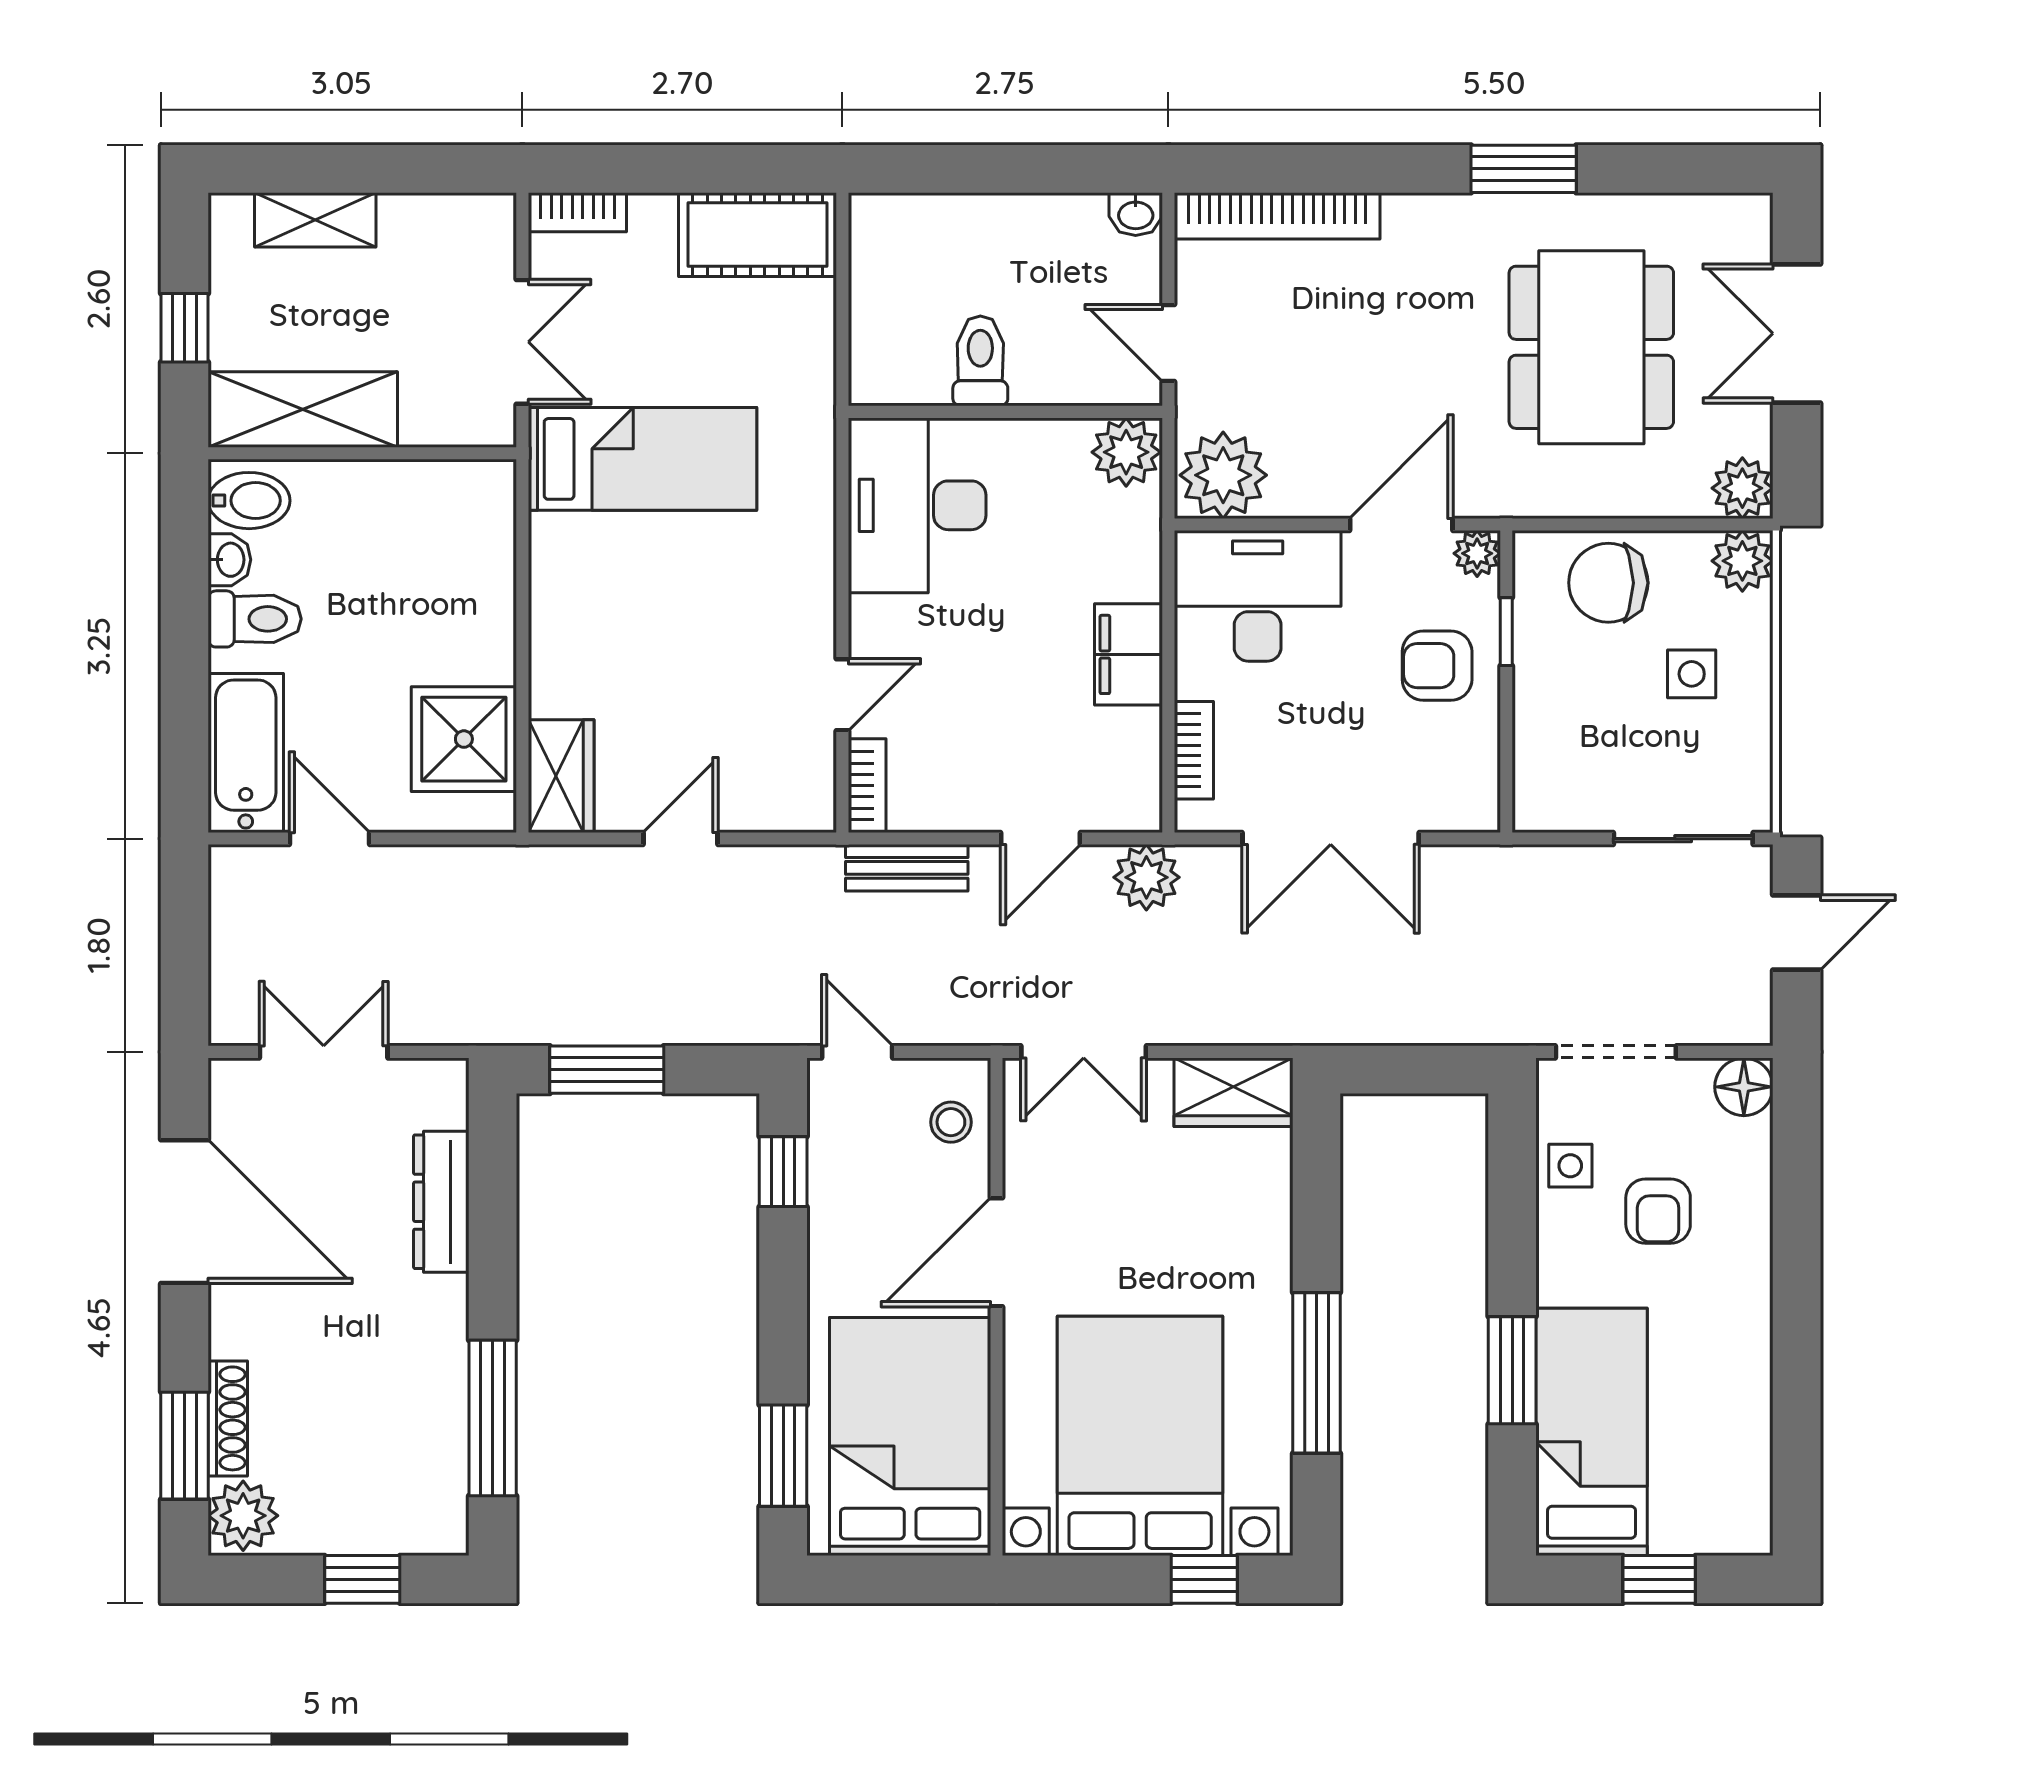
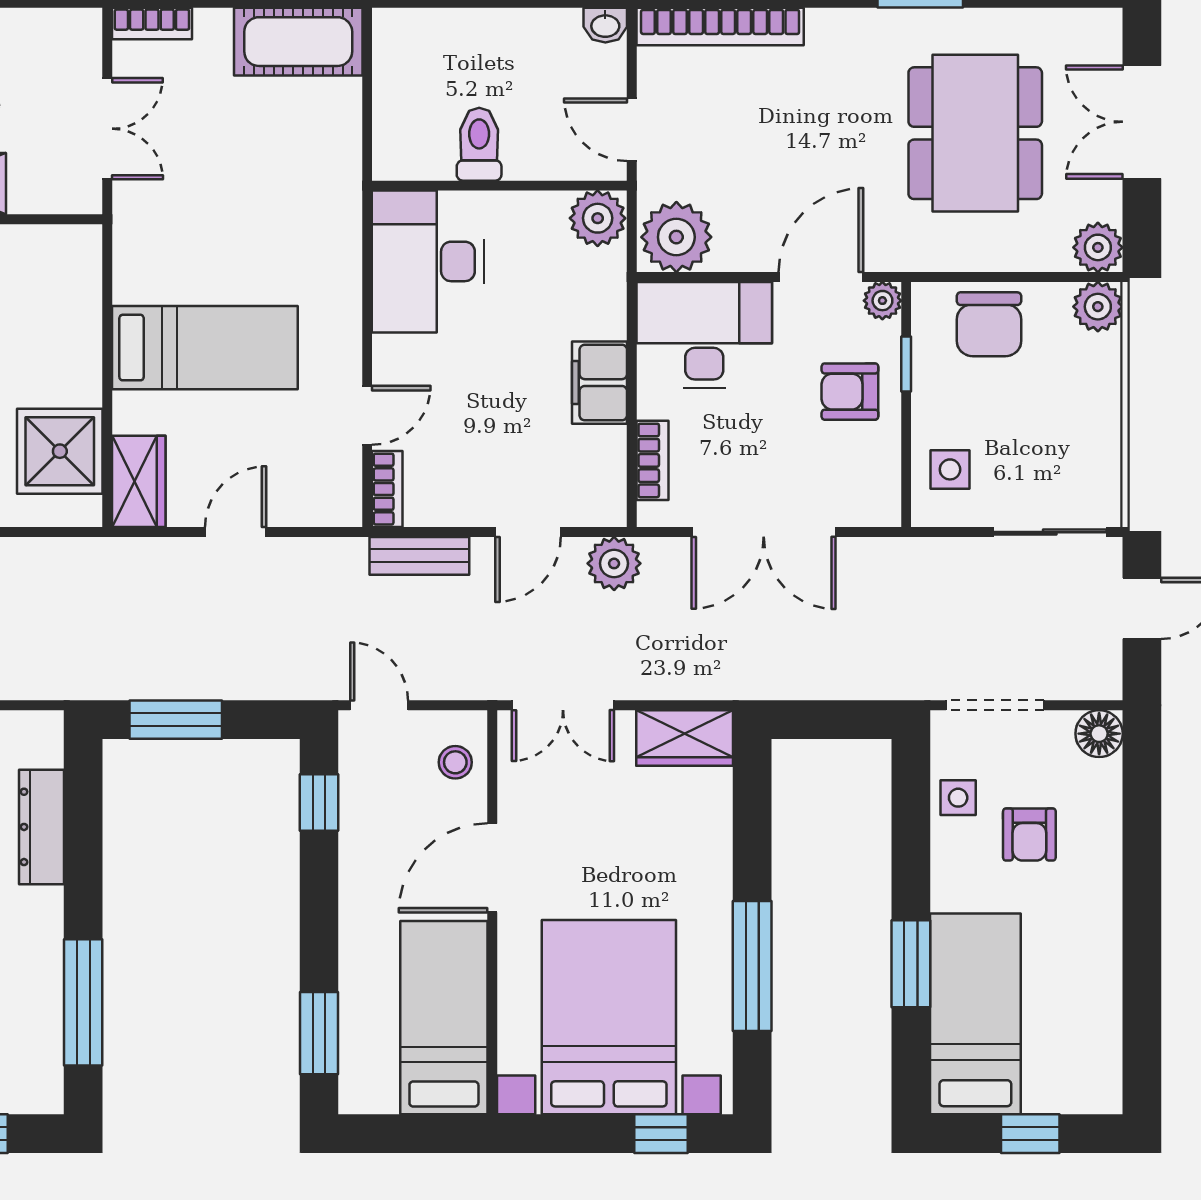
bed: (643, 459) -> (205, 348), moved
chair: (1608, 583) -> (989, 324), turned -90
side table: (1692, 674) -> (950, 469), moved
bed: (910, 1437) -> (444, 1018), width x0.67

